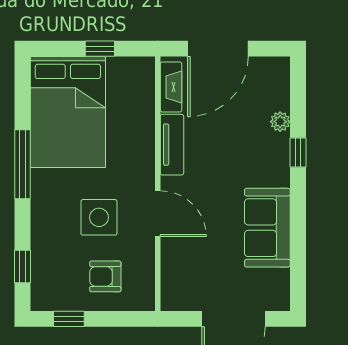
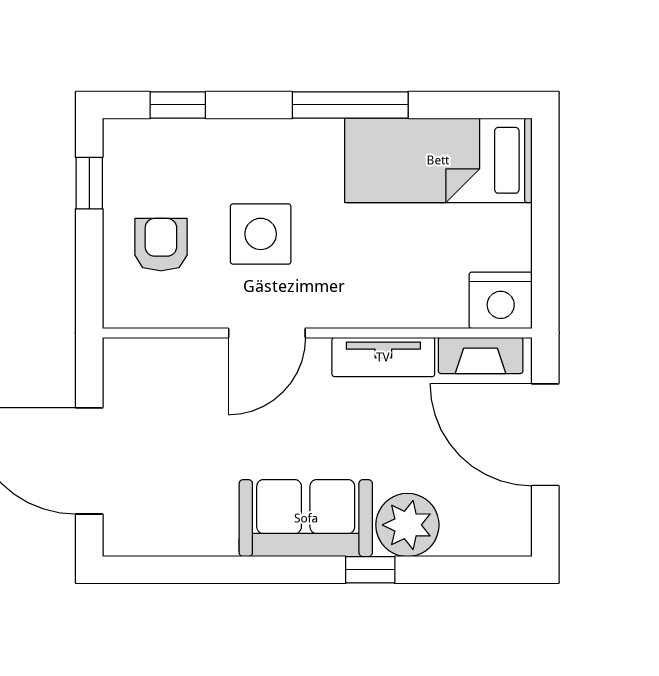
window: (100, 49) -> (545, 235), removed
nightstand: (138, 75) -> (501, 300), added
bed: (68, 112) -> (438, 160), width x0.67
plant: (280, 122) -> (407, 525), width x1.88, depth x1.88
sofa: (267, 228) -> (306, 518), moved

